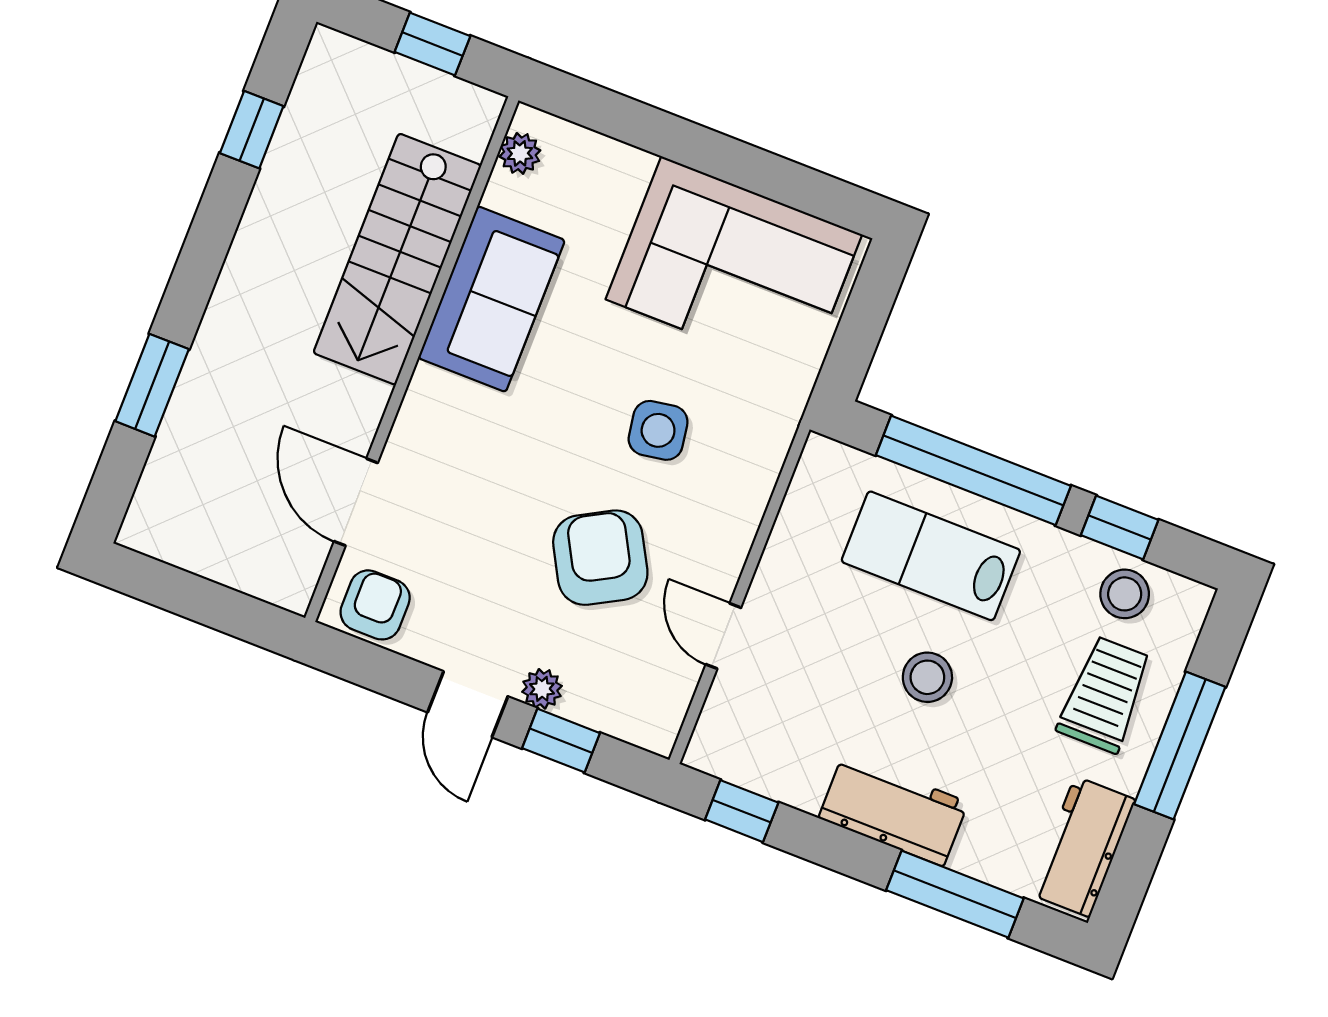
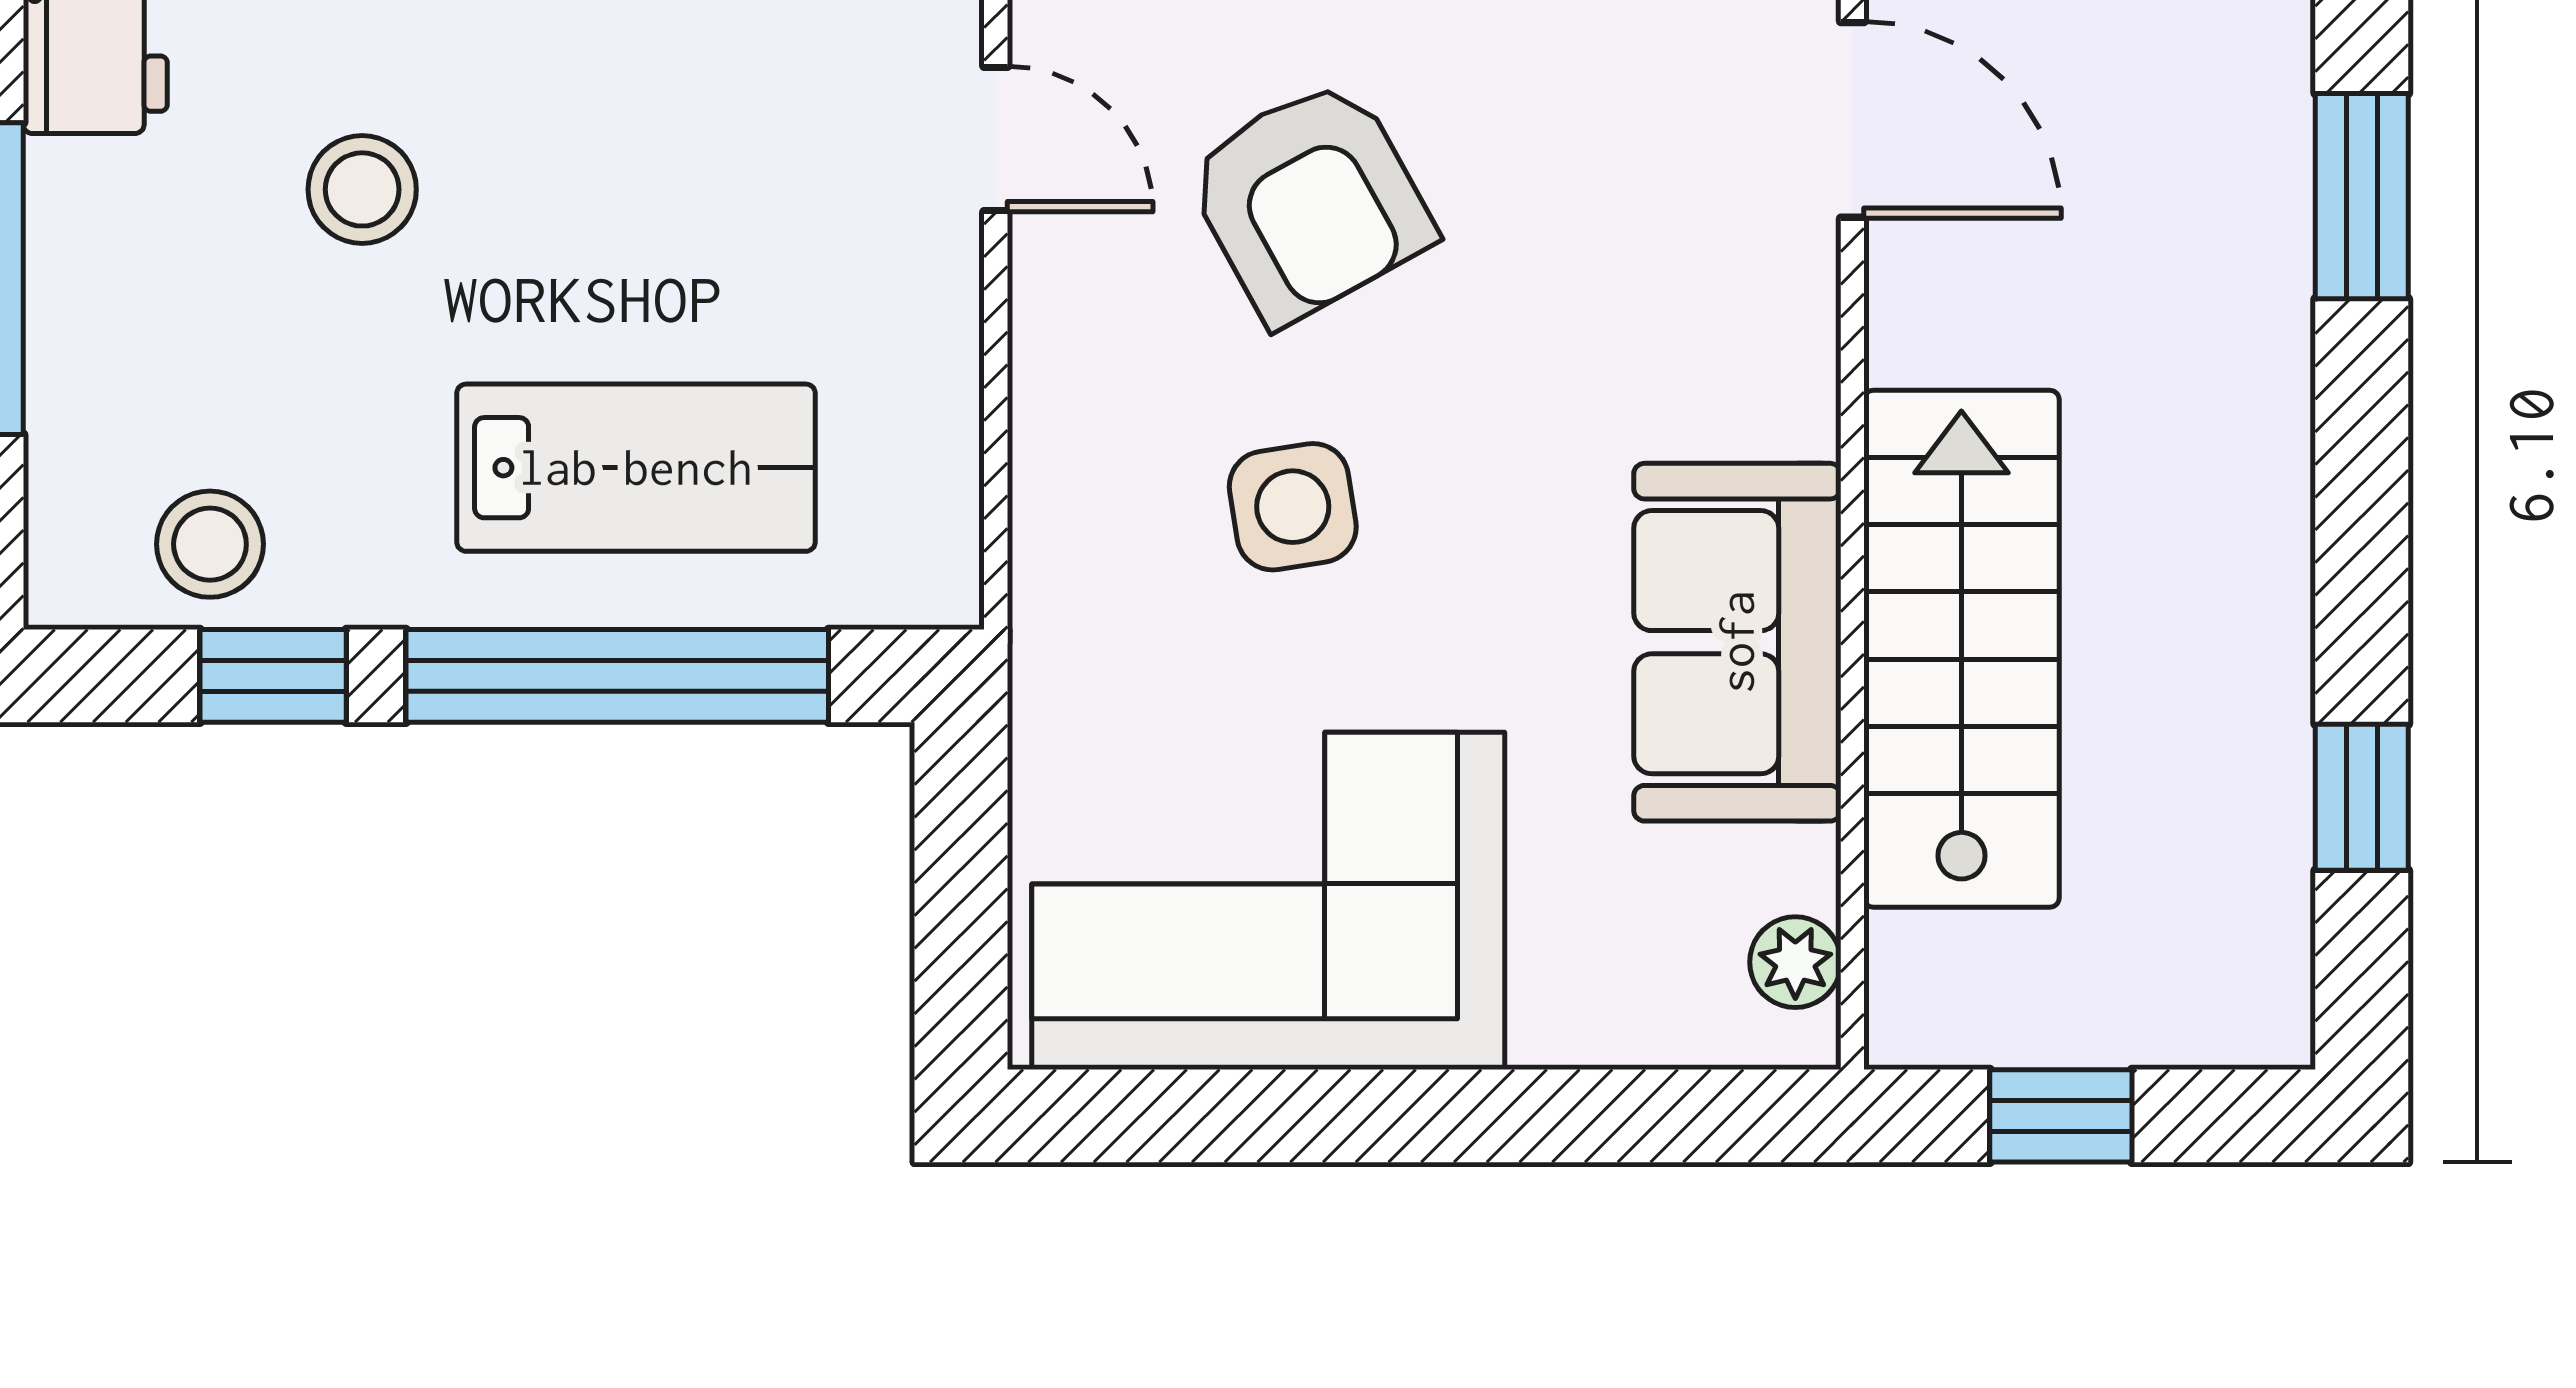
stool: (927, 677) -> (362, 189), moved
trolley: (1105, 695) -> (171, 323), removed

